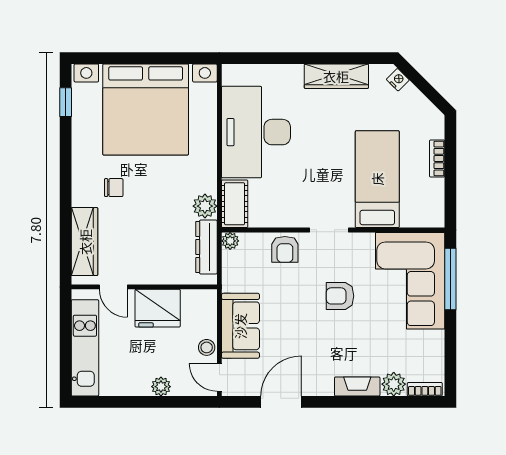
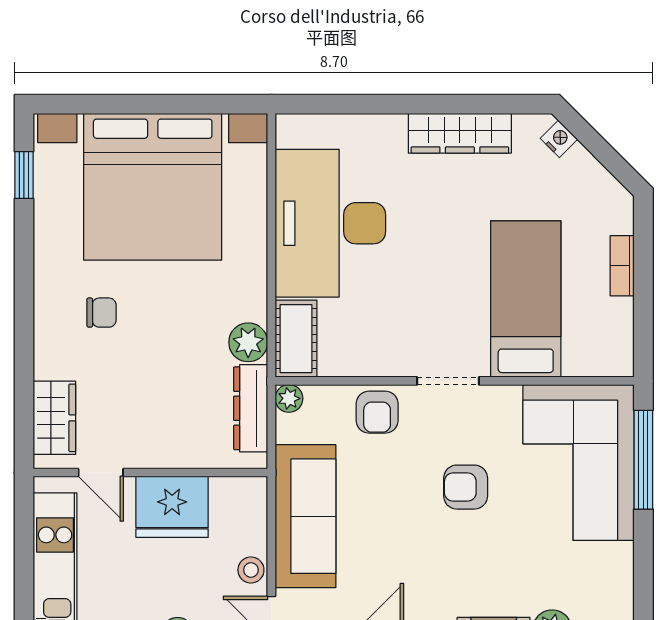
wardrobe: (85, 242) -> (54, 418), width x0.67
sofa: (240, 326) -> (305, 516), width x1.36

